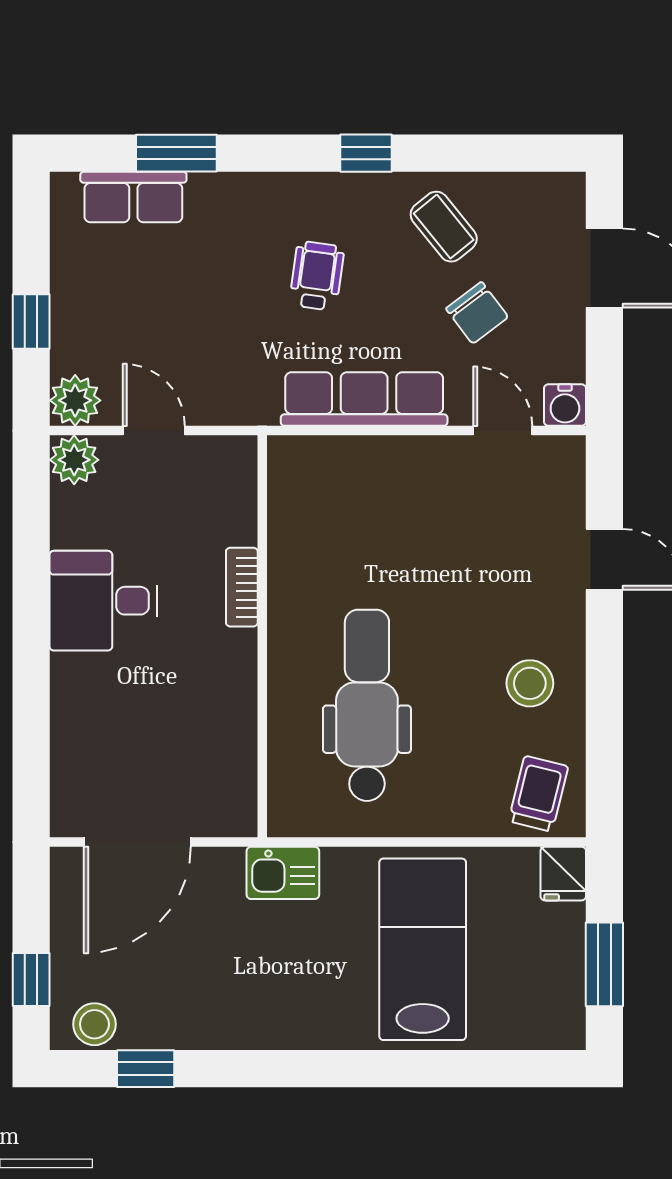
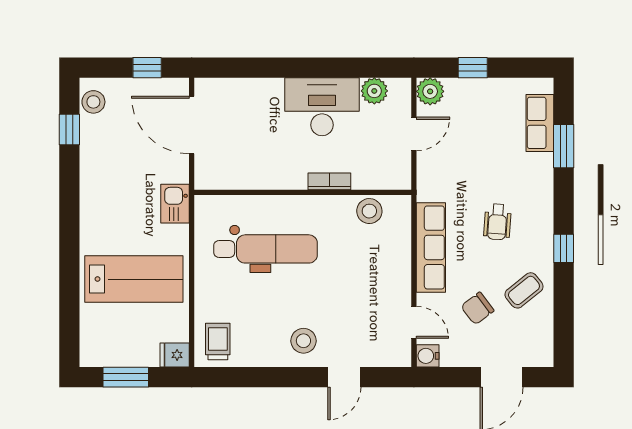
wheelchair: (317, 276) -> (497, 222), turned 86
door: (503, 431) -> (414, 322), hinge flipped
plant: (74, 460) -> (374, 91), moved
stool: (297, 513) -> (369, 211), added
desk: (103, 601) -> (322, 107), width x1.37
stool: (530, 683) -> (303, 341), moved
trolley: (538, 794) -> (218, 342), turned -104
window: (31, 979) -> (147, 68), moved

